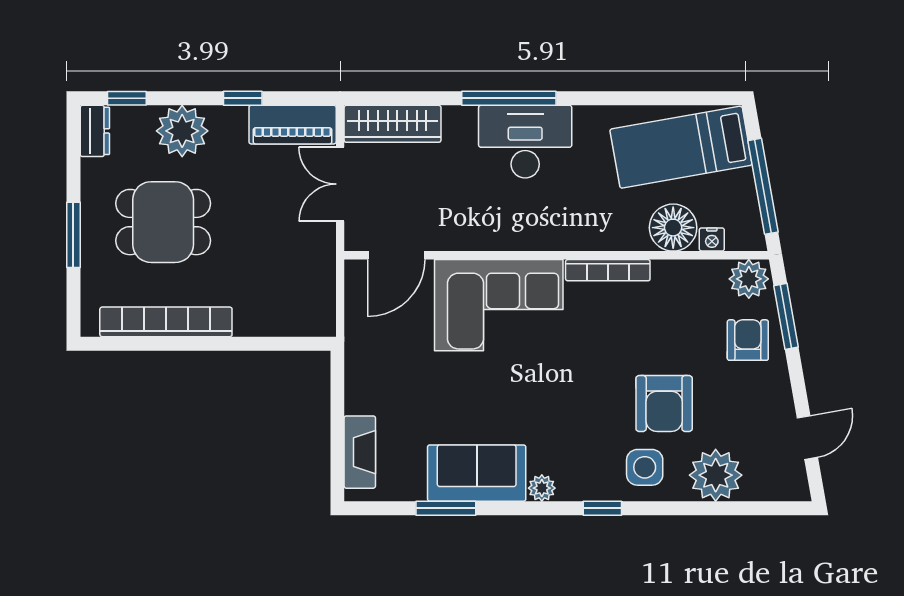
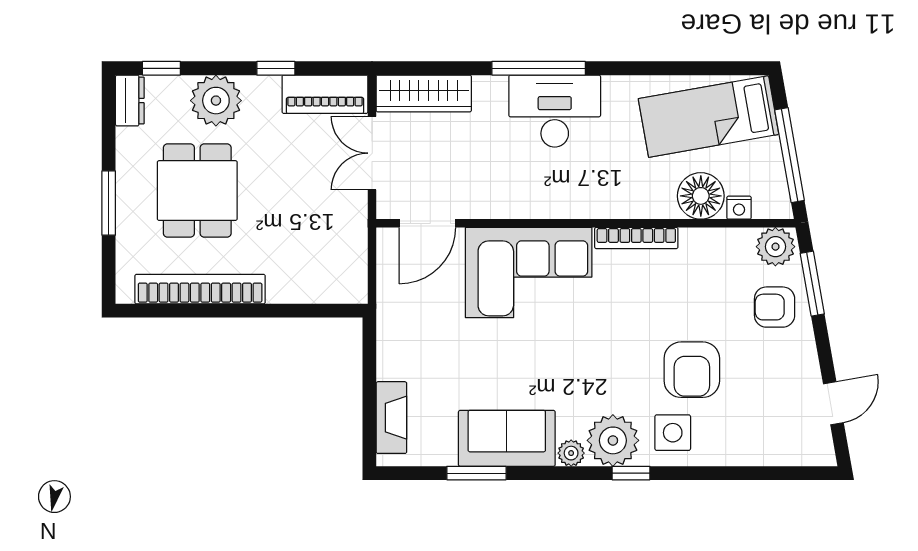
dining table: (163, 222) -> (197, 191), turned 90
armchair: (748, 340) -> (775, 307), turned -90
plant: (716, 475) -> (613, 440), moved

